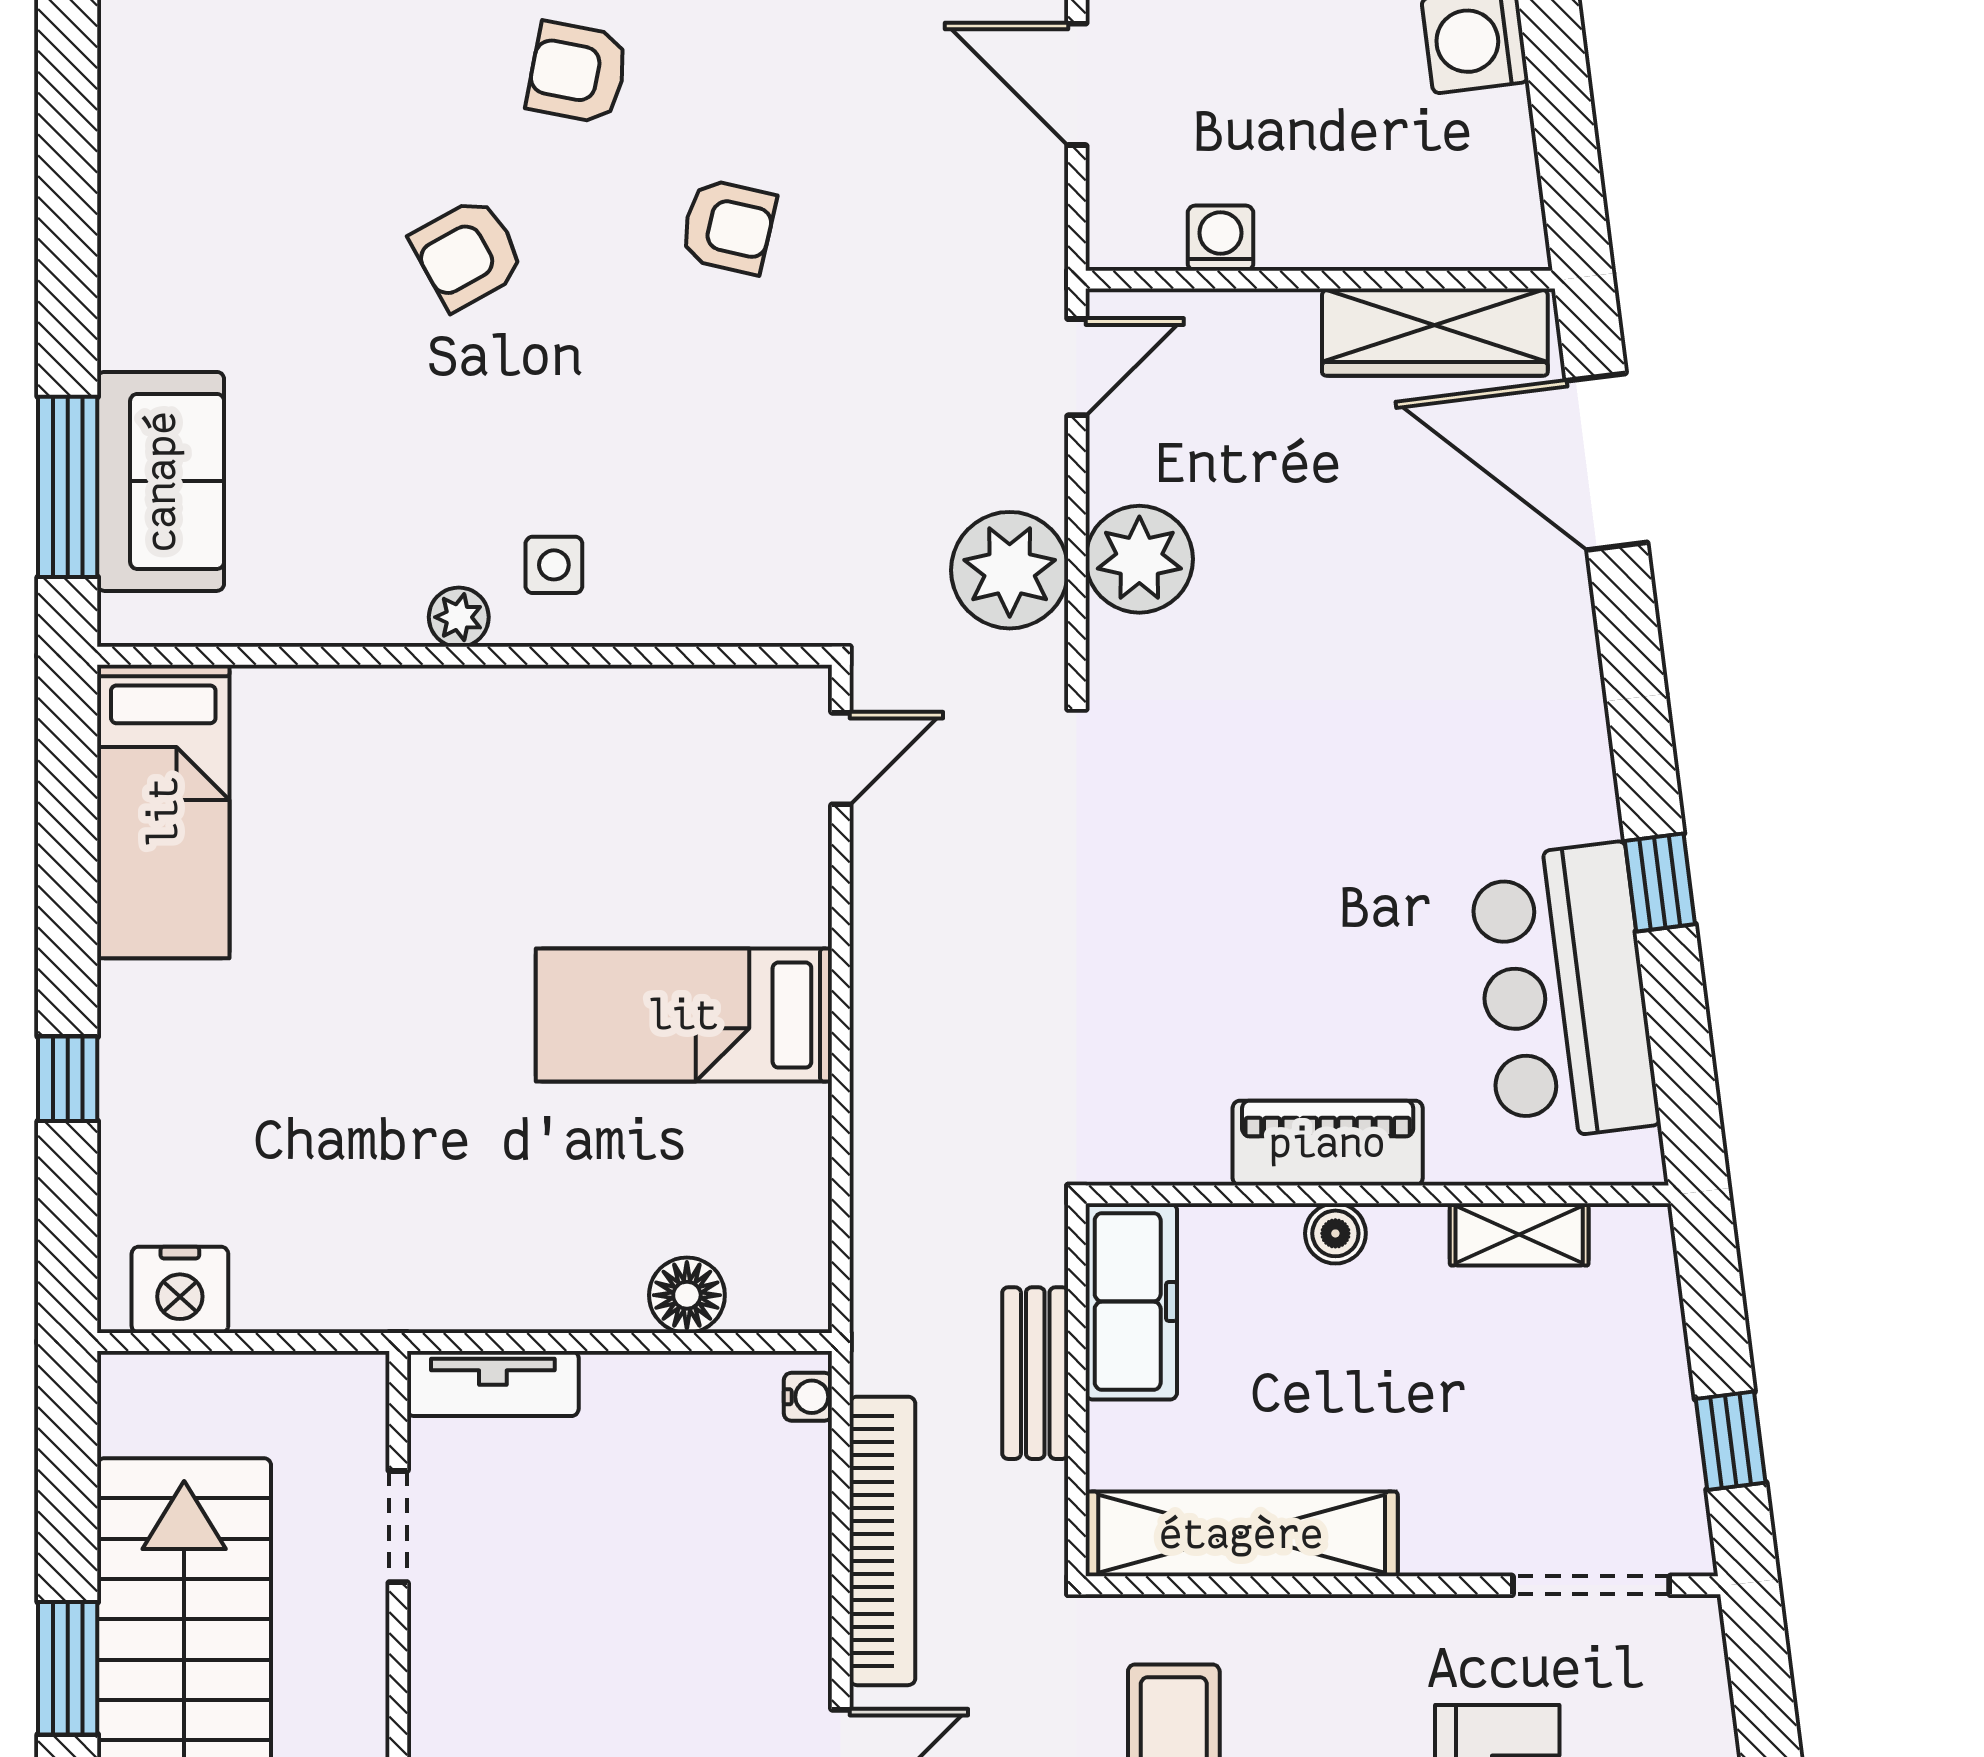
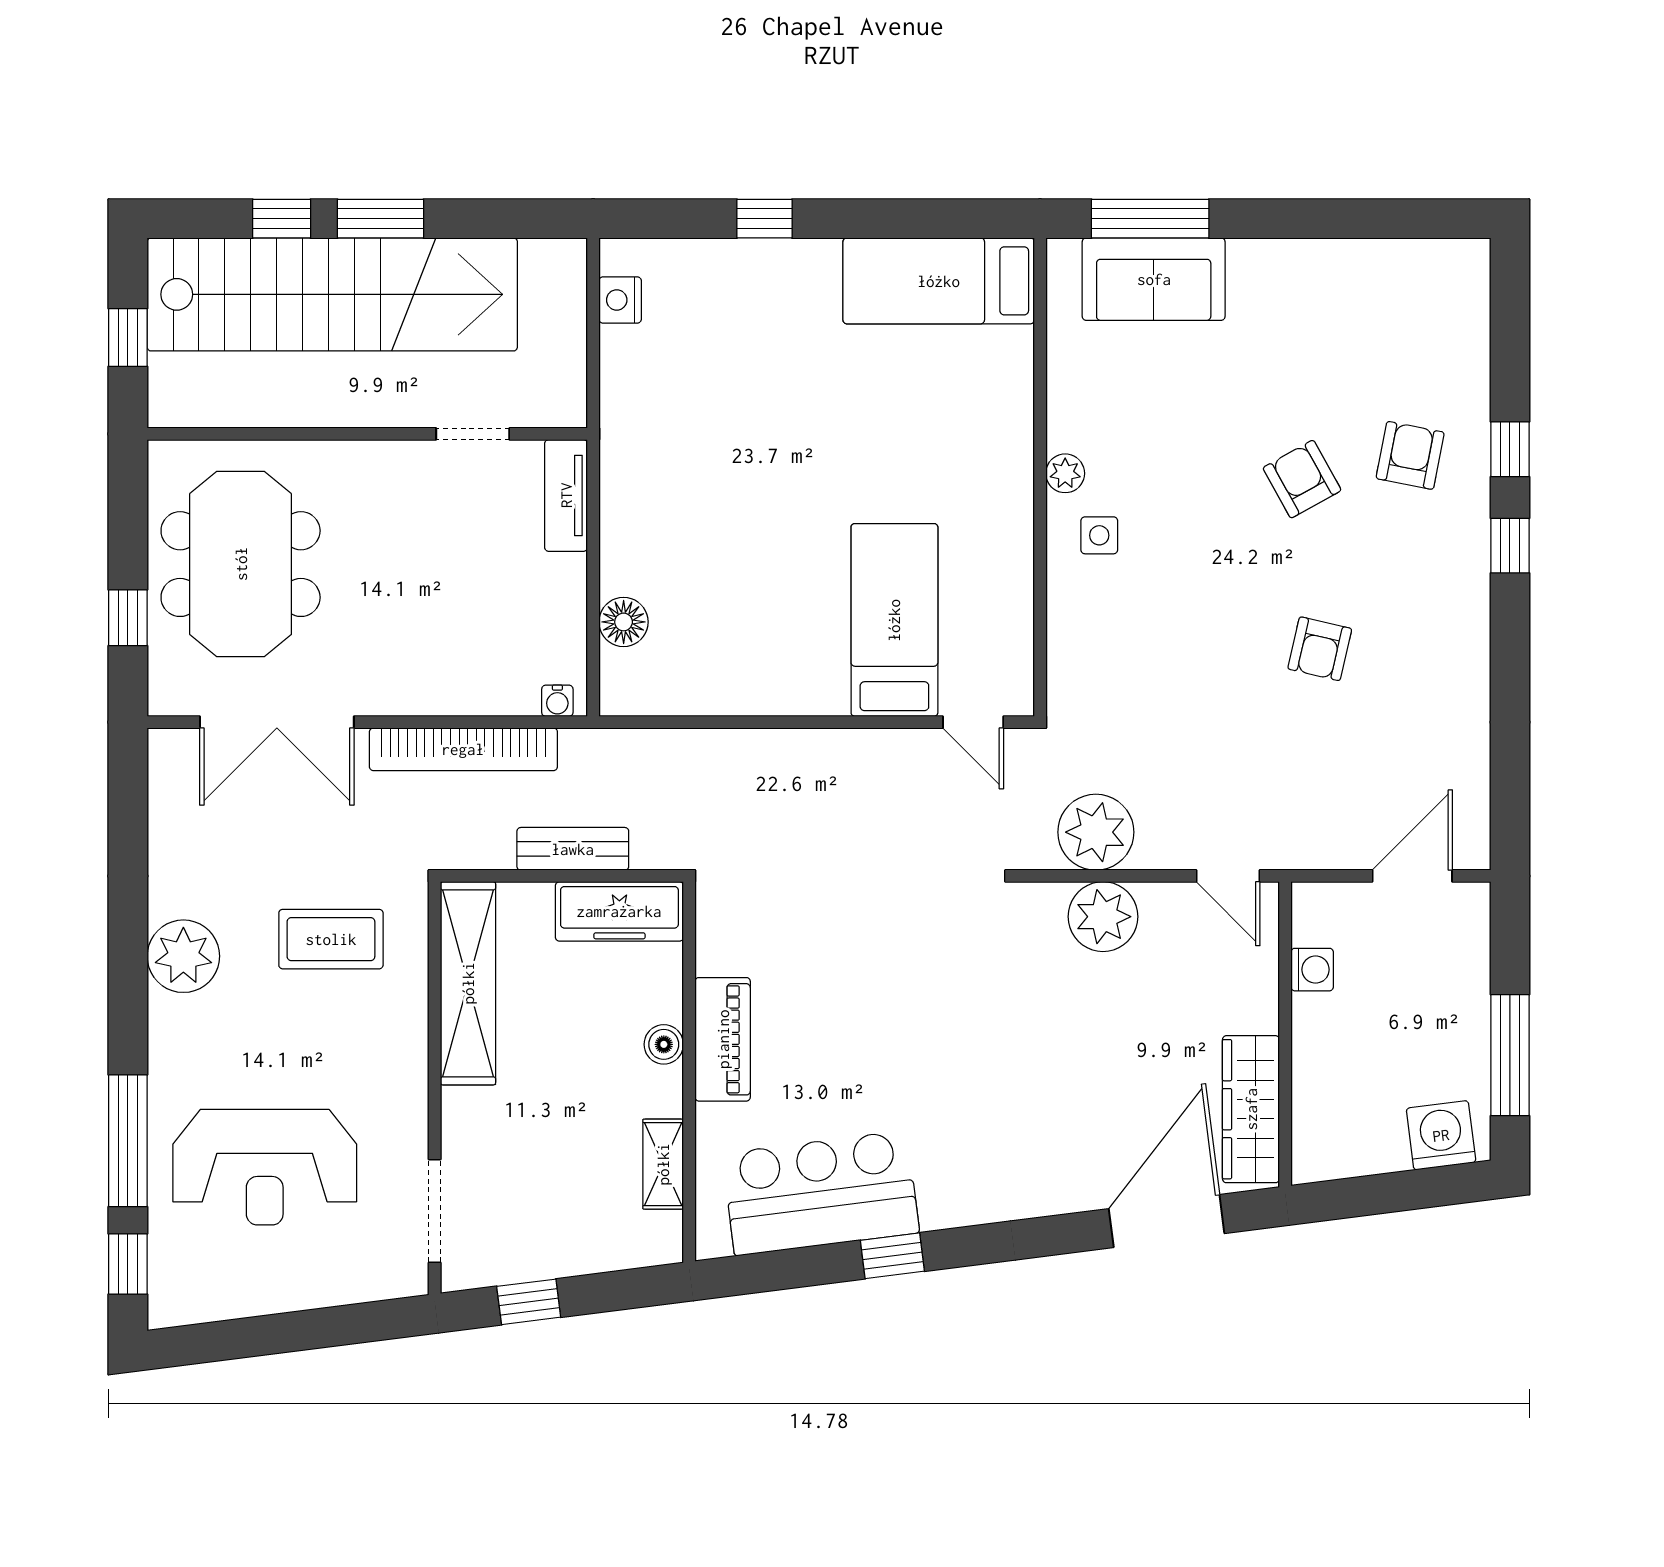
armchair: (578, 73) -> (1410, 455), moved
bed: (684, 1015) -> (894, 620), moved
nightstand: (180, 1290) -> (620, 300), width x0.74, depth x0.75

